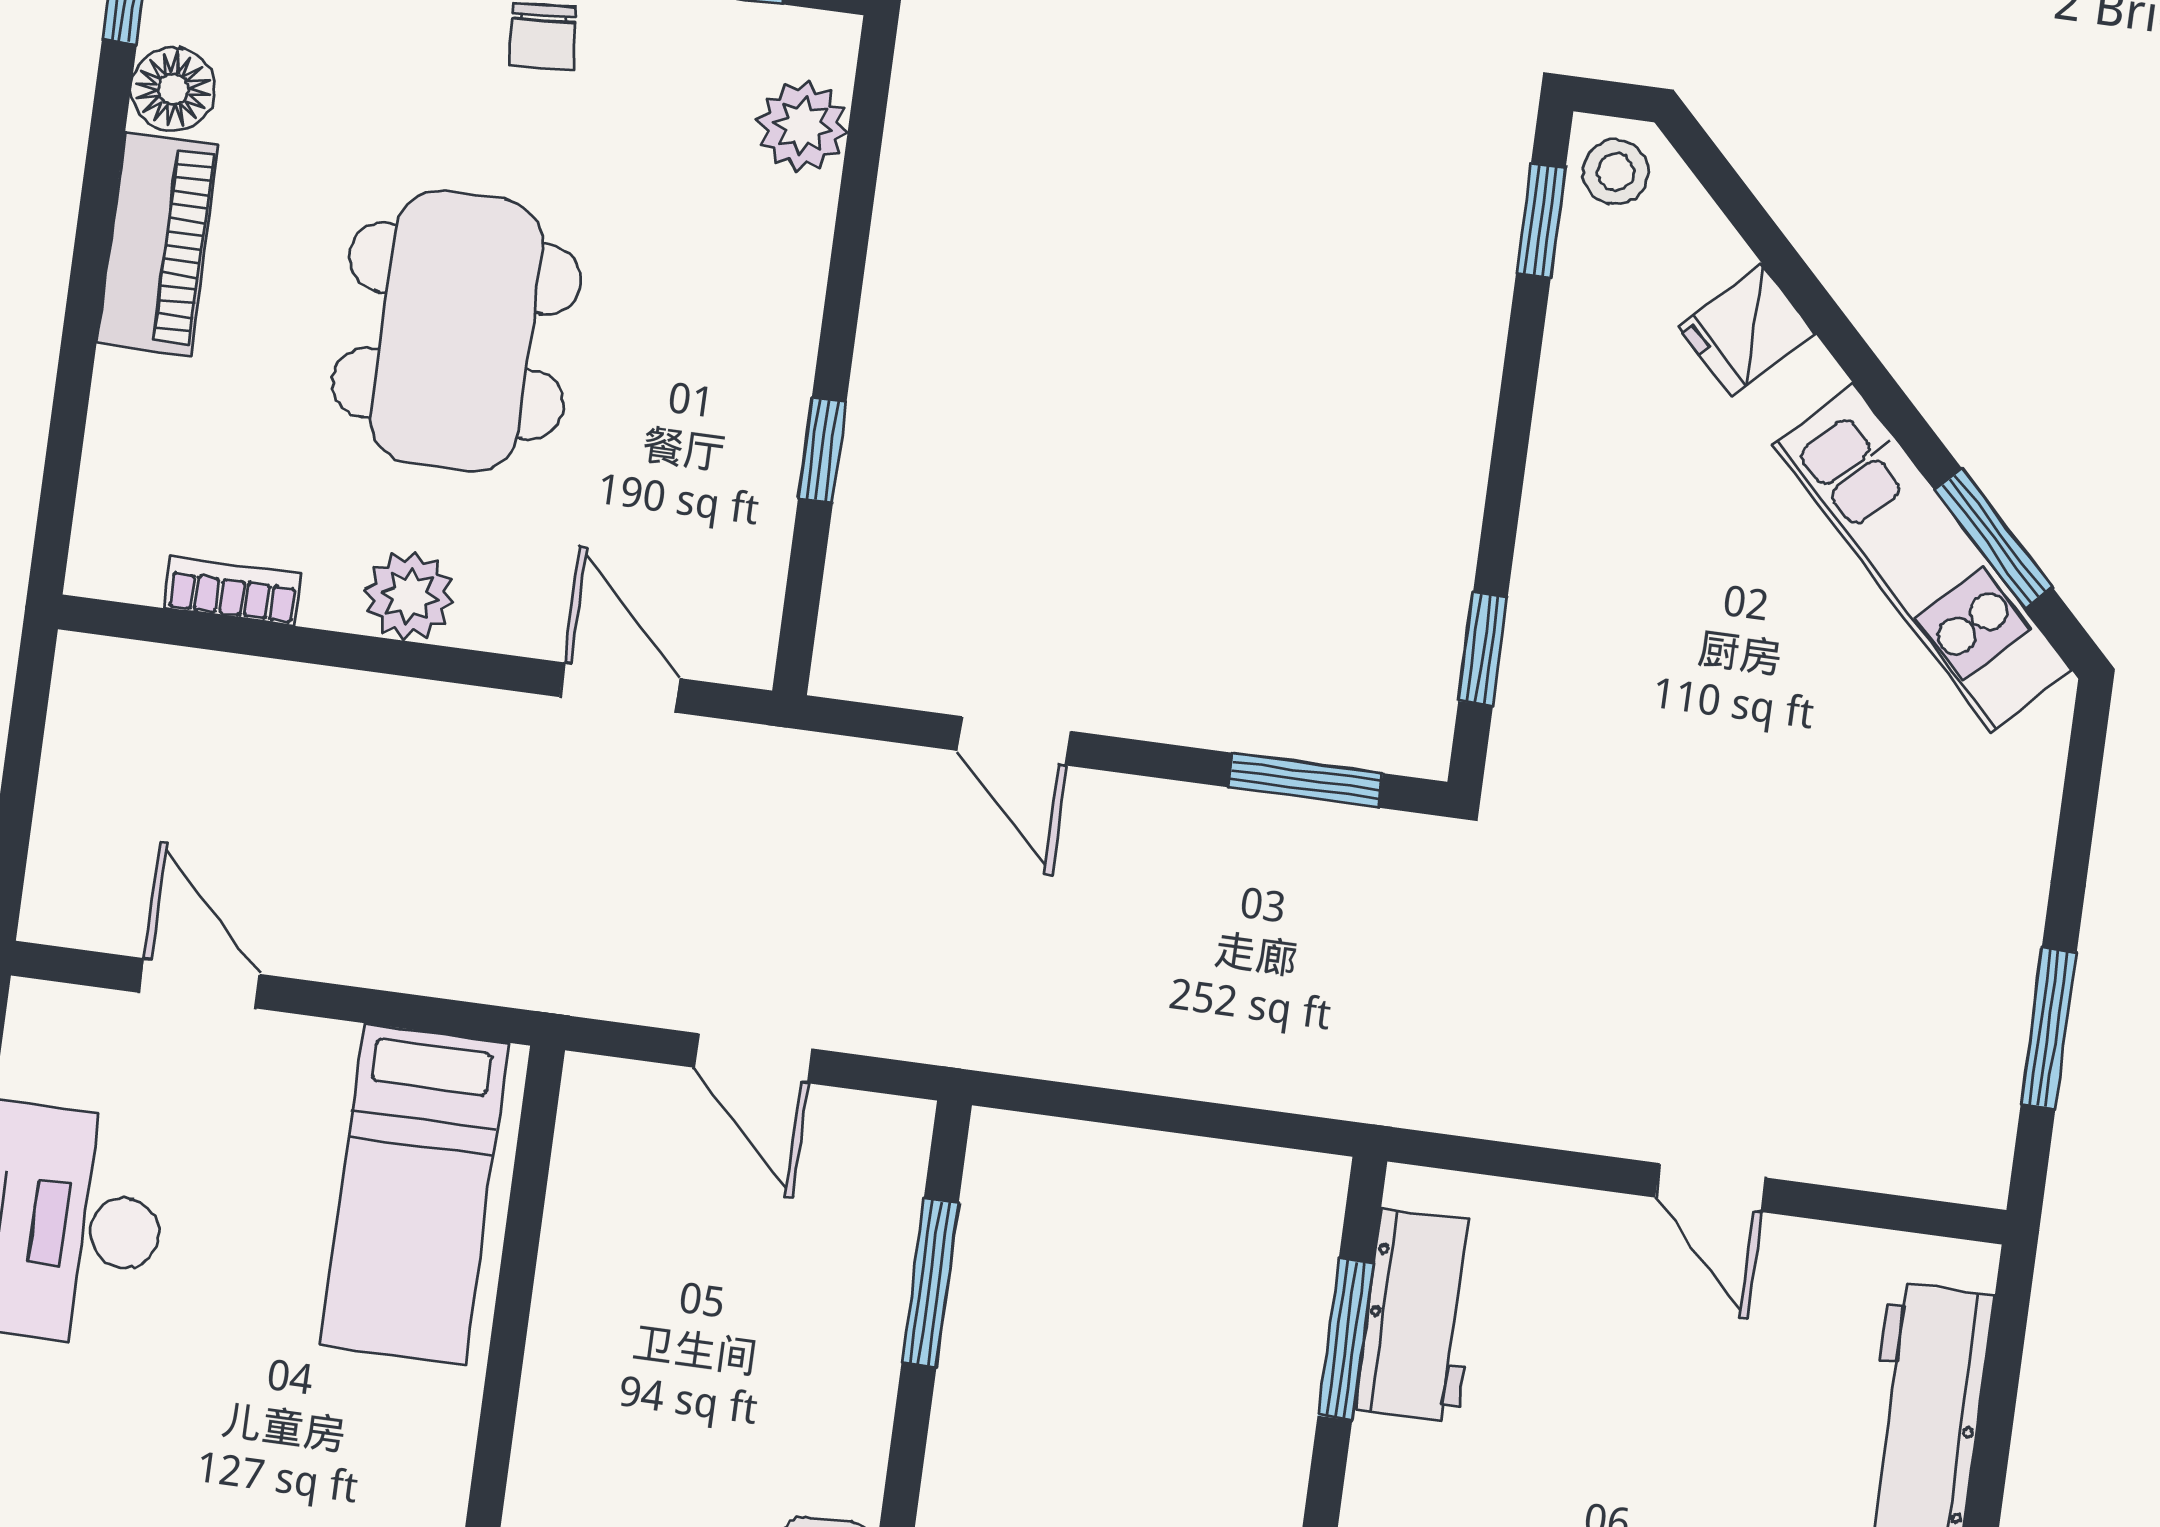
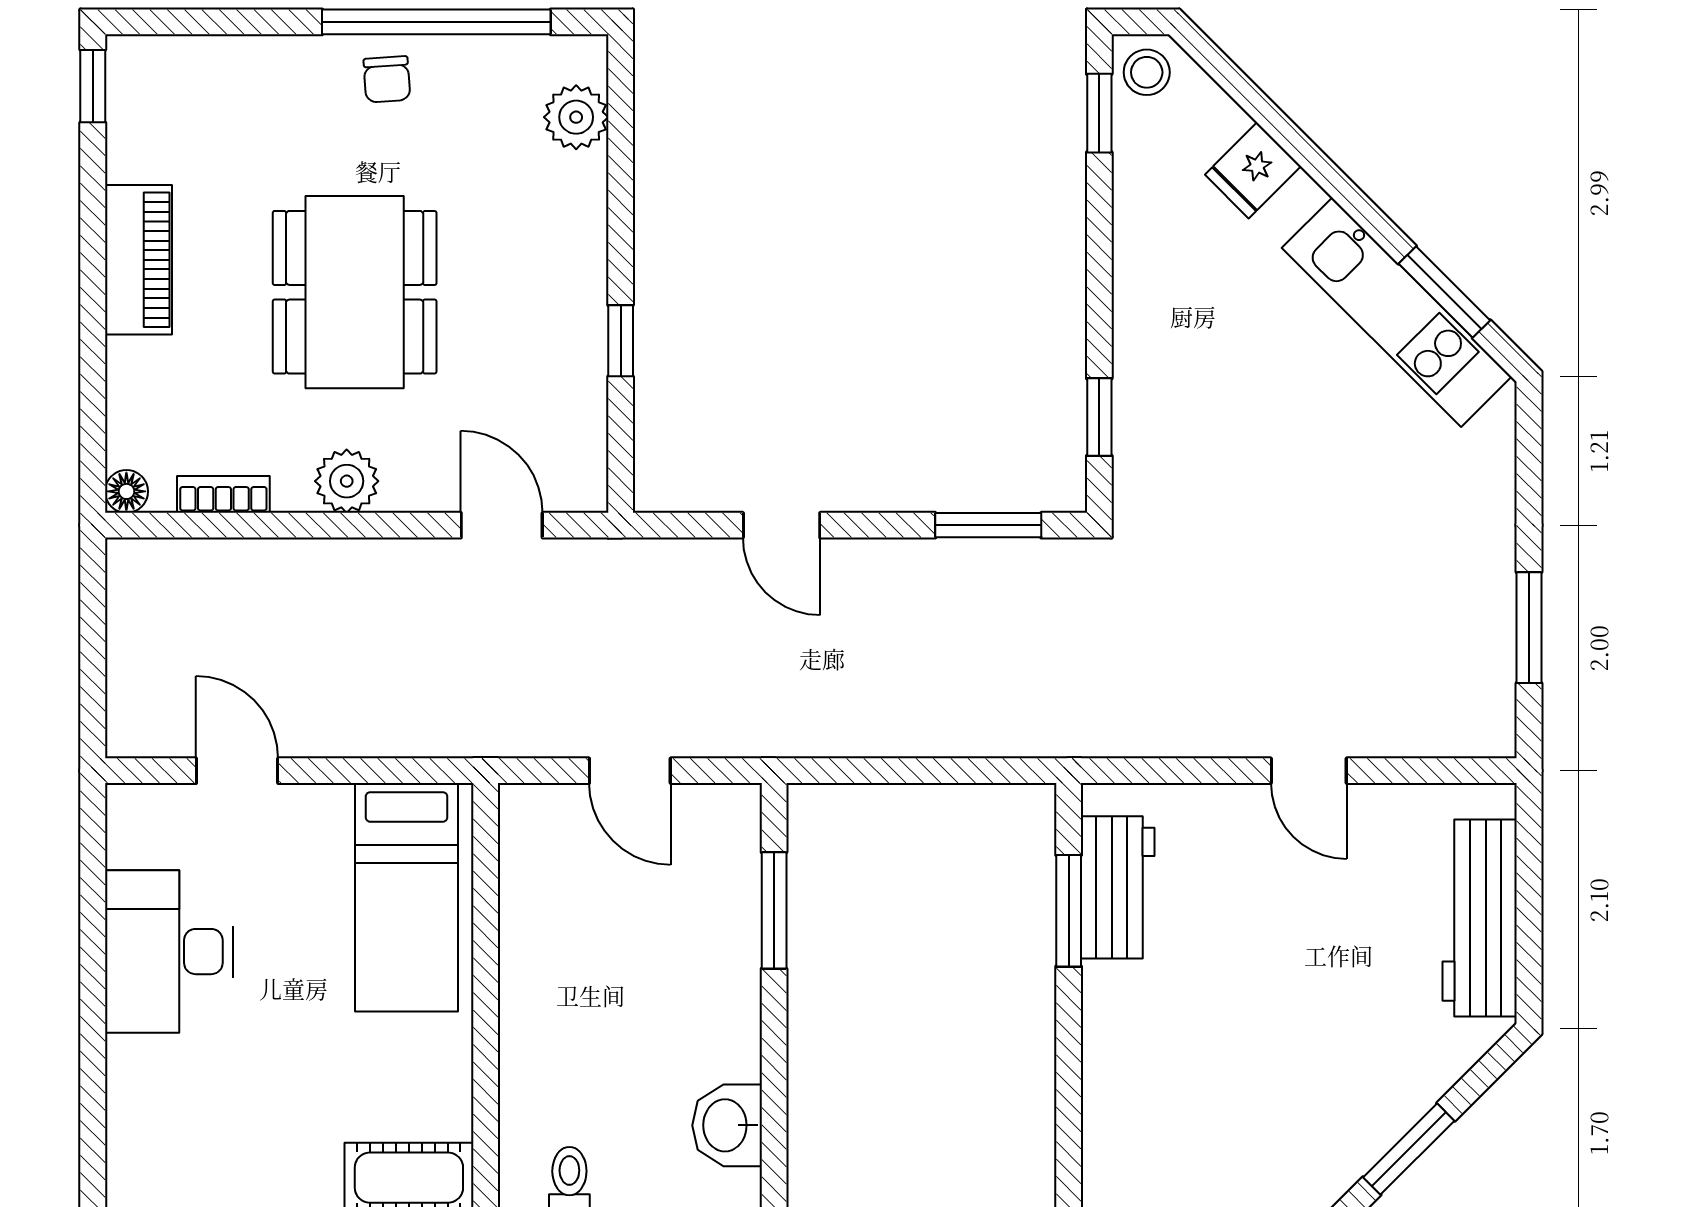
floor lamp: (173, 89) -> (126, 491), moved, width x0.73, depth x0.73

